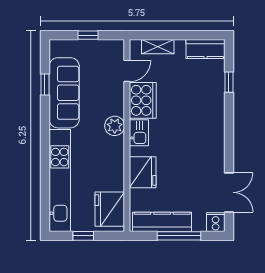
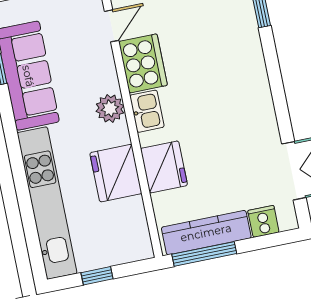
fridge: (110, 209) -> (116, 173), moved
cooker: (216, 222) -> (263, 221), moved
window: (179, 236) -> (204, 254), moved

